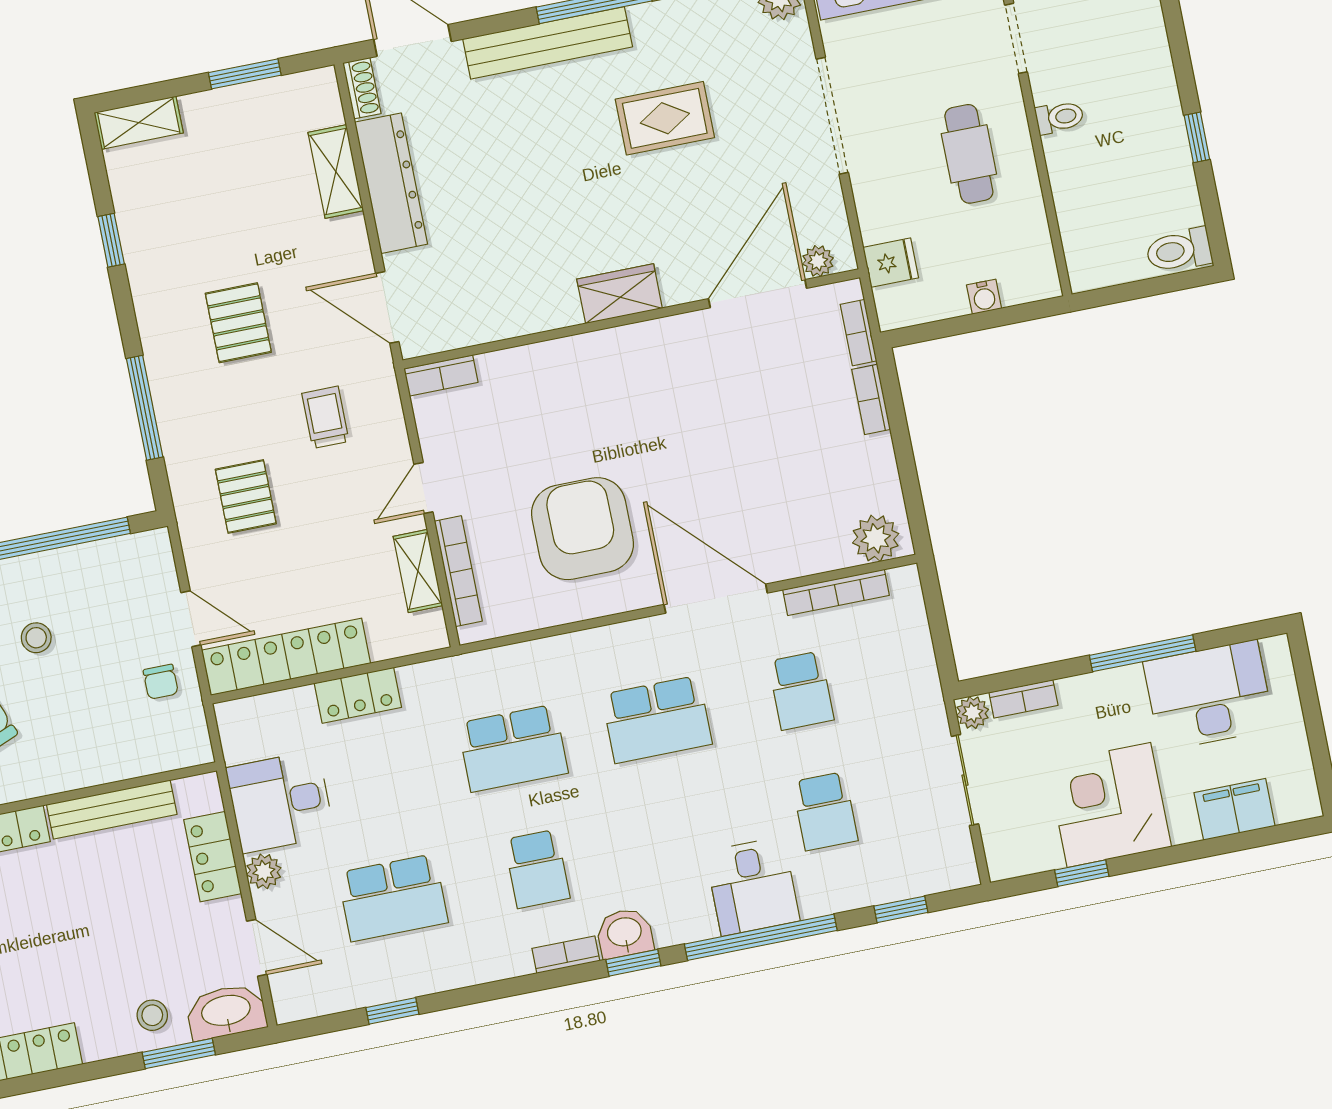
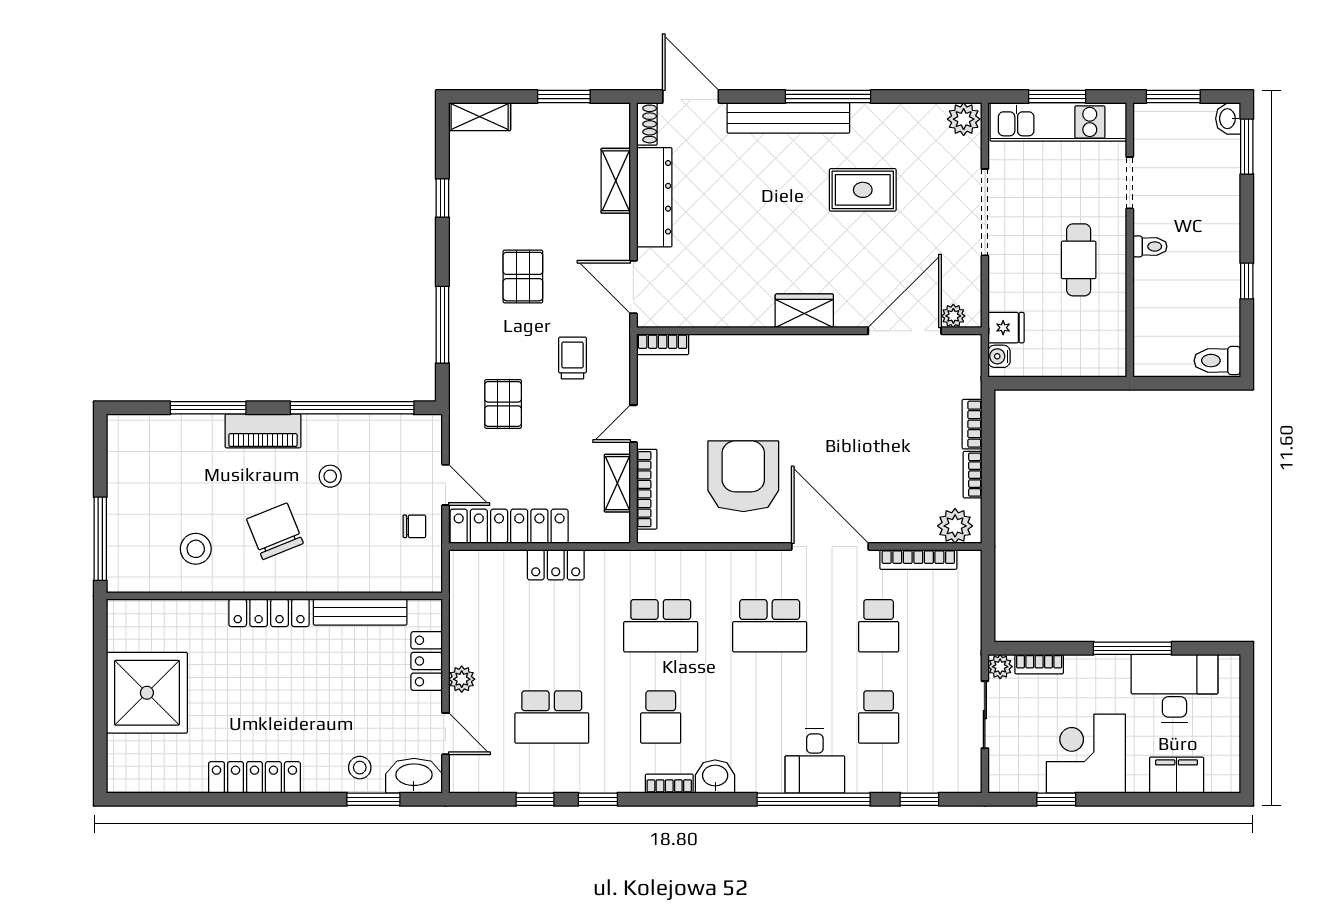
water cooler: (984, 297) -> (999, 356), moved, turned 90
bookcase: (859, 333) -> (972, 475), moved
chair: (161, 682) -> (414, 526), turned -90
desk: (280, 802) -> (484, 631), removed
window: (633, 963) -> (598, 799), moved

